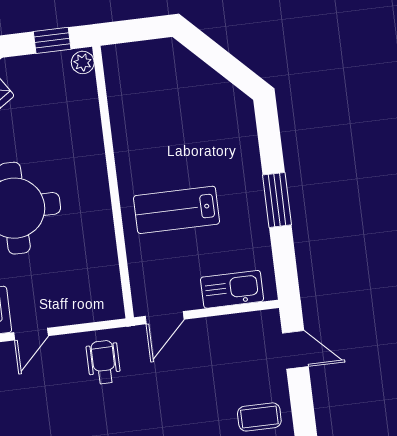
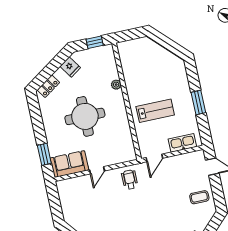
plant: (83, 62) -> (116, 85), moved
lab bench: (177, 210) -> (155, 111), turned 180

